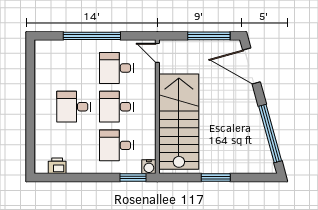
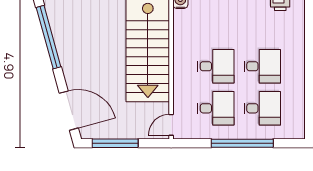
door: (157, 53) -> (171, 125), swing flipped
desk: (116, 145) -> (262, 108), moved

